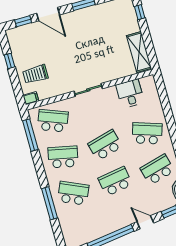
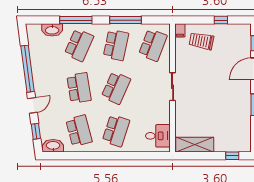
trolley: (35, 74) -> (201, 41), turned -79
desk: (130, 94) -> (158, 136), moved
window: (30, 135) -> (126, 20), moved
school desk: (105, 145) -> (116, 88), turned 39
washbasin: (66, 224) -> (52, 30), added

